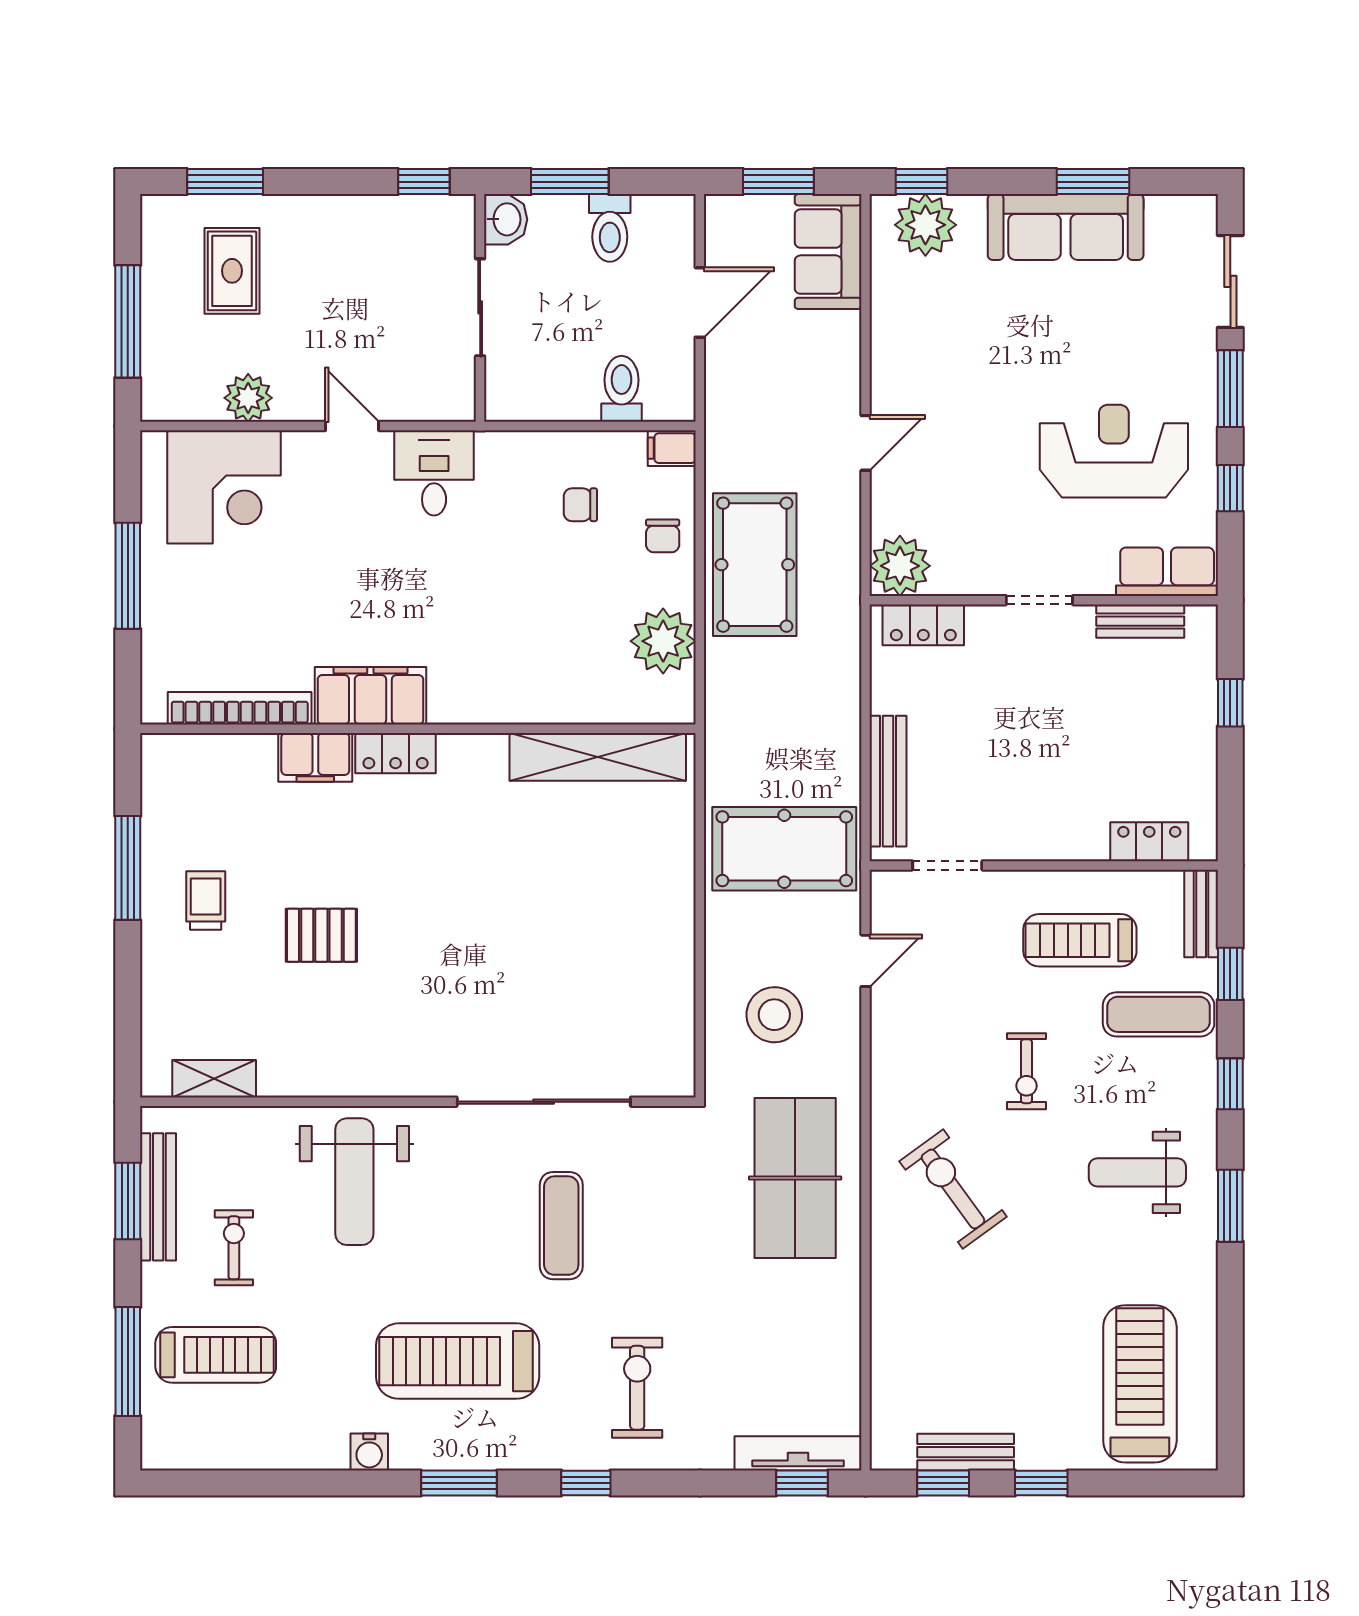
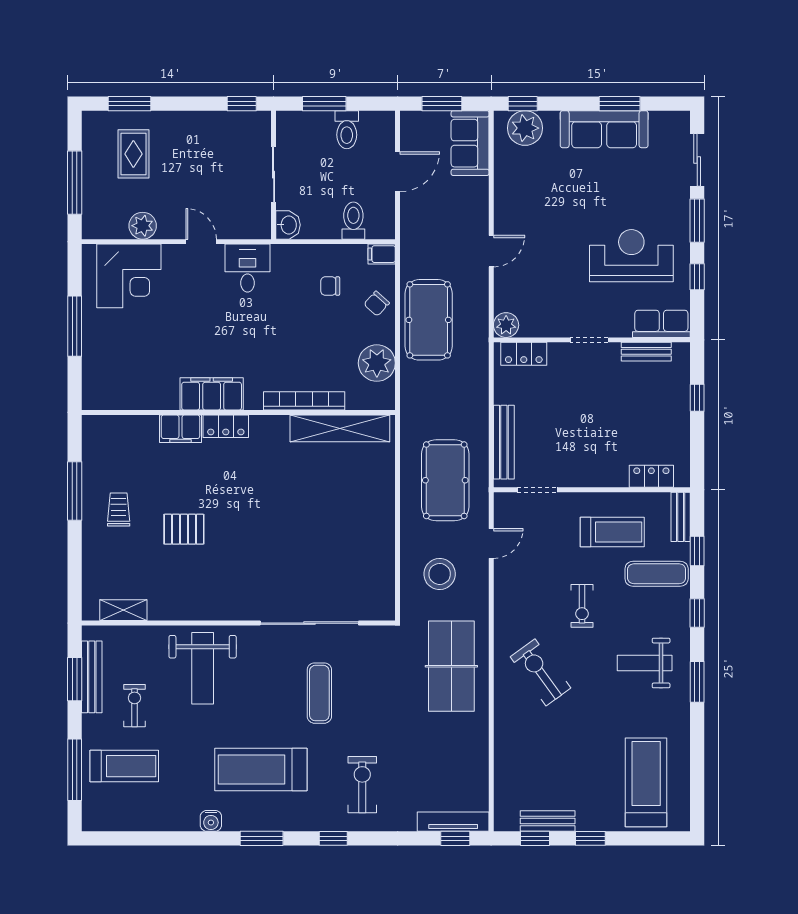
washbasin: (506, 219) -> (288, 225), moved
chair: (663, 536) -> (377, 304), turned 42
plant: (900, 566) -> (506, 325), width x0.73, depth x0.73
bookcase: (240, 708) -> (304, 401), moved
pool table: (784, 849) -> (445, 480), turned 90
treadmill: (1080, 940) -> (612, 532), turned 180

